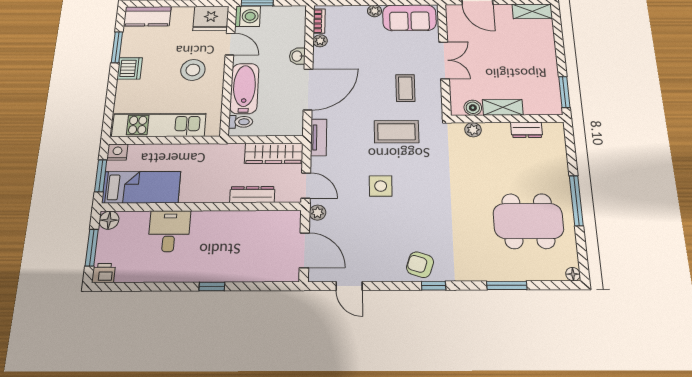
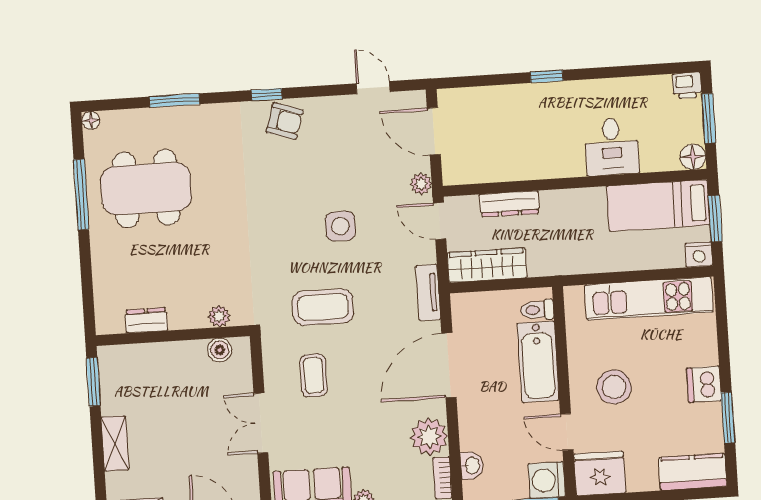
plant: (320, 41) -> (429, 437), width x1.88, depth x1.88
washbasin: (297, 56) -> (472, 465), moved
shelving: (503, 107) -> (115, 443), moved, turned 90
window: (576, 201) -> (81, 194), moved

